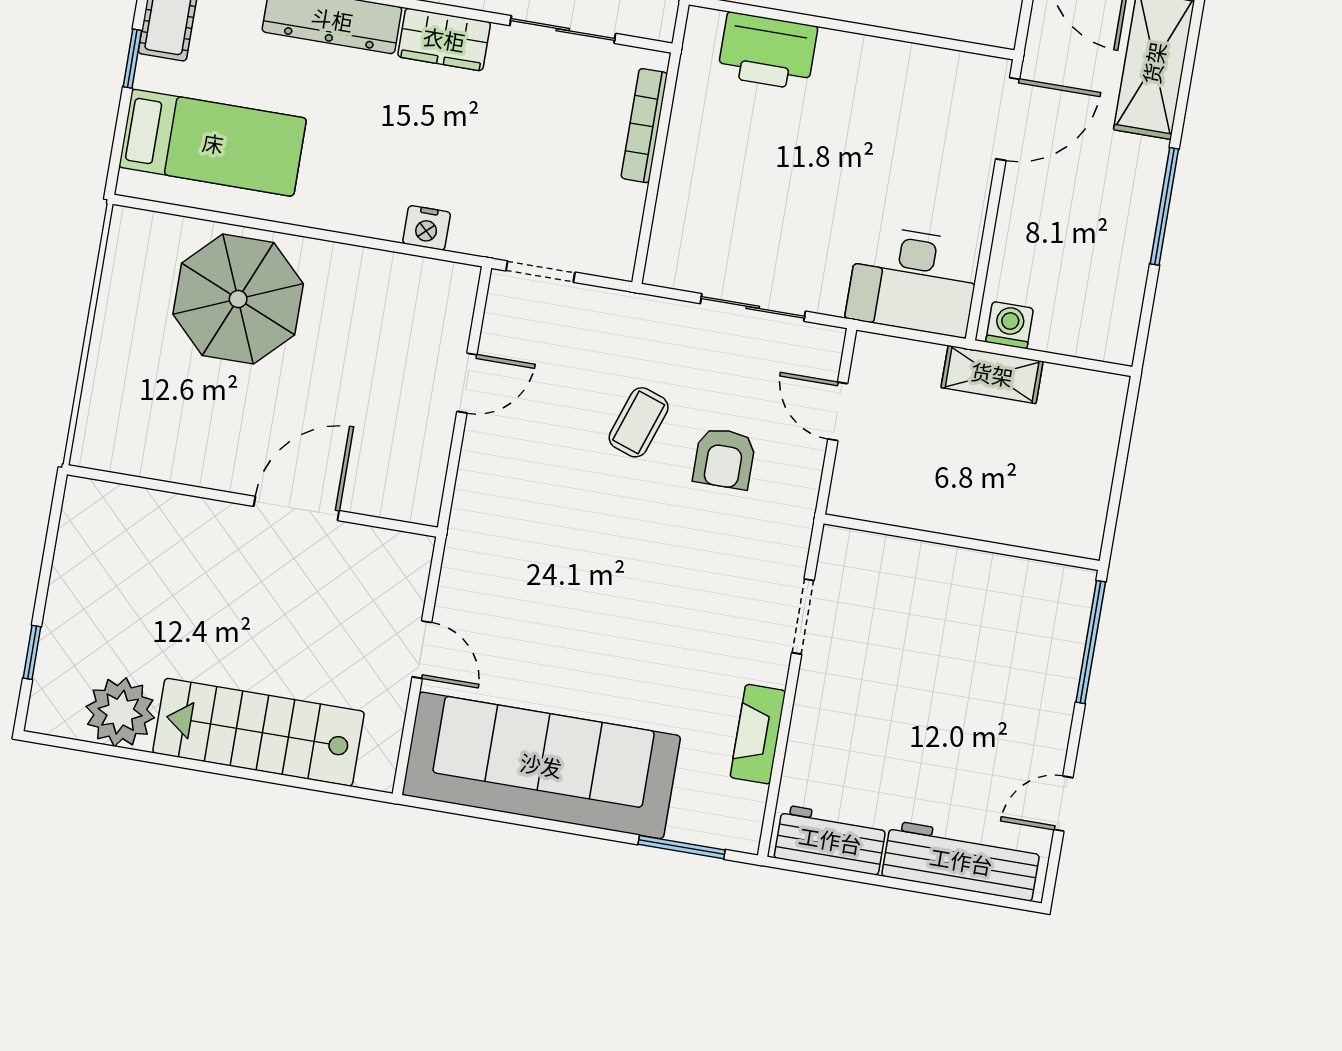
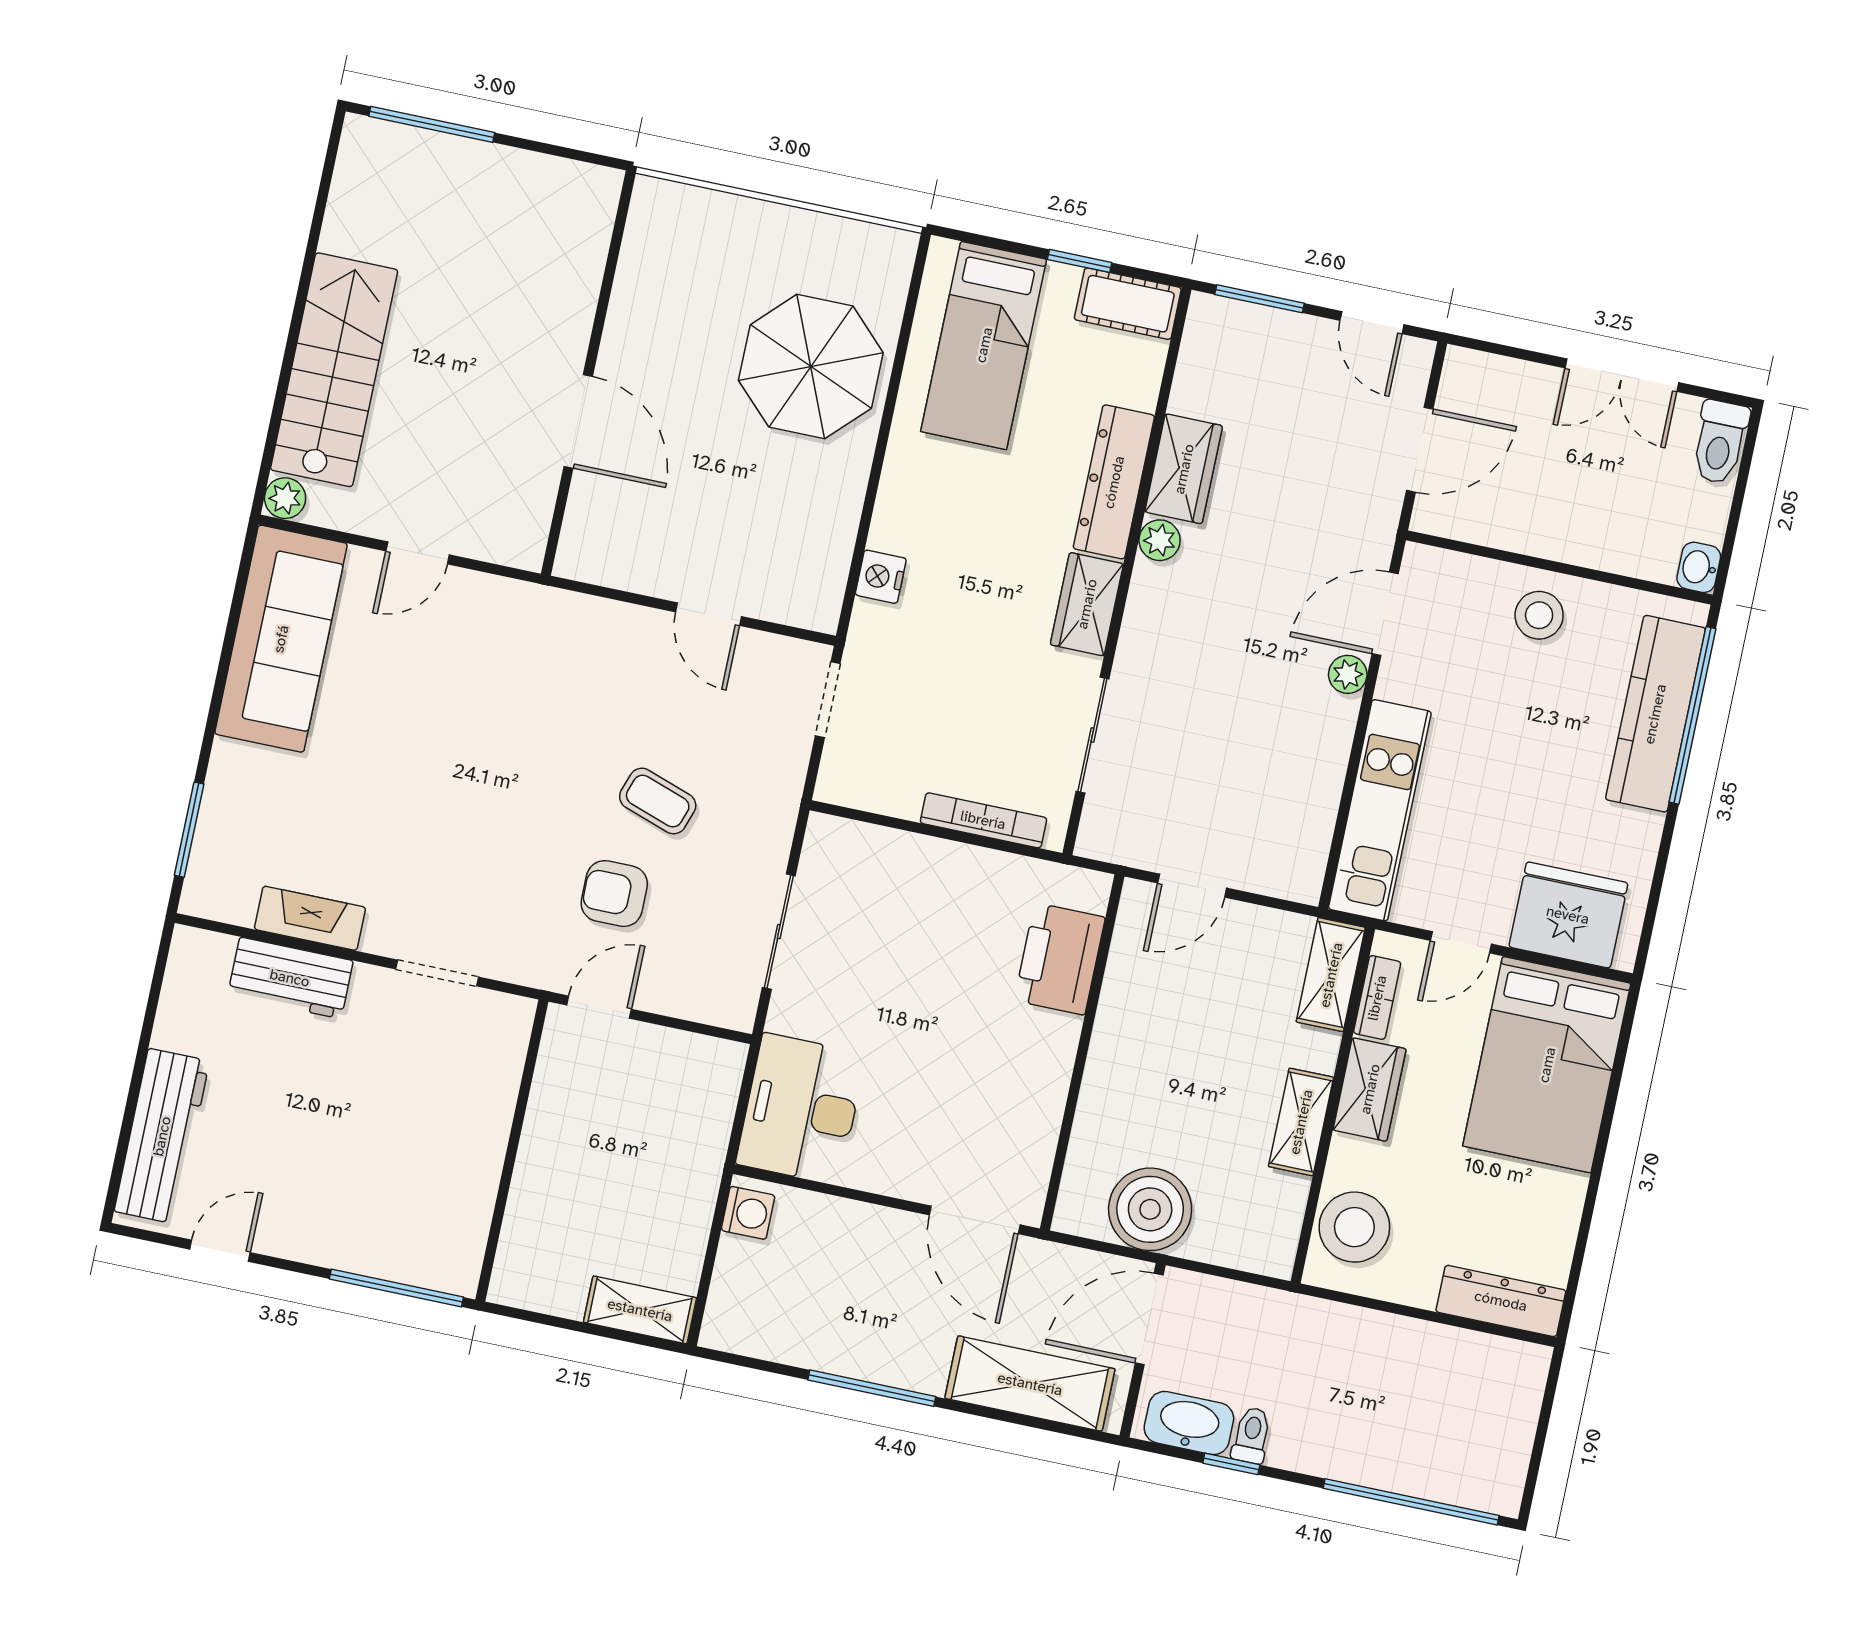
shelving: (992, 374) -> (640, 1310), moved, turned 90
door: (838, 411) -> (599, 1007), moved
window: (32, 652) -> (432, 124), width x2.17
plant: (120, 712) -> (285, 498), moved, width x0.53, depth x0.53
sofa: (541, 765) -> (281, 639), width x0.74, depth x0.79
door: (1063, 804) -> (220, 1251), hinge flipped
workbench: (830, 840) -> (290, 978), moved, turned 90

